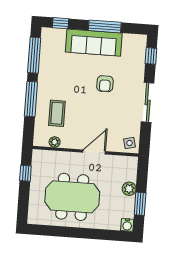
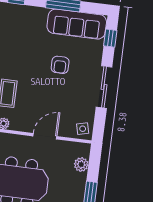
sofa: (94, 43) -> (77, 24), moved
plant: (129, 189) -> (81, 165), moved

